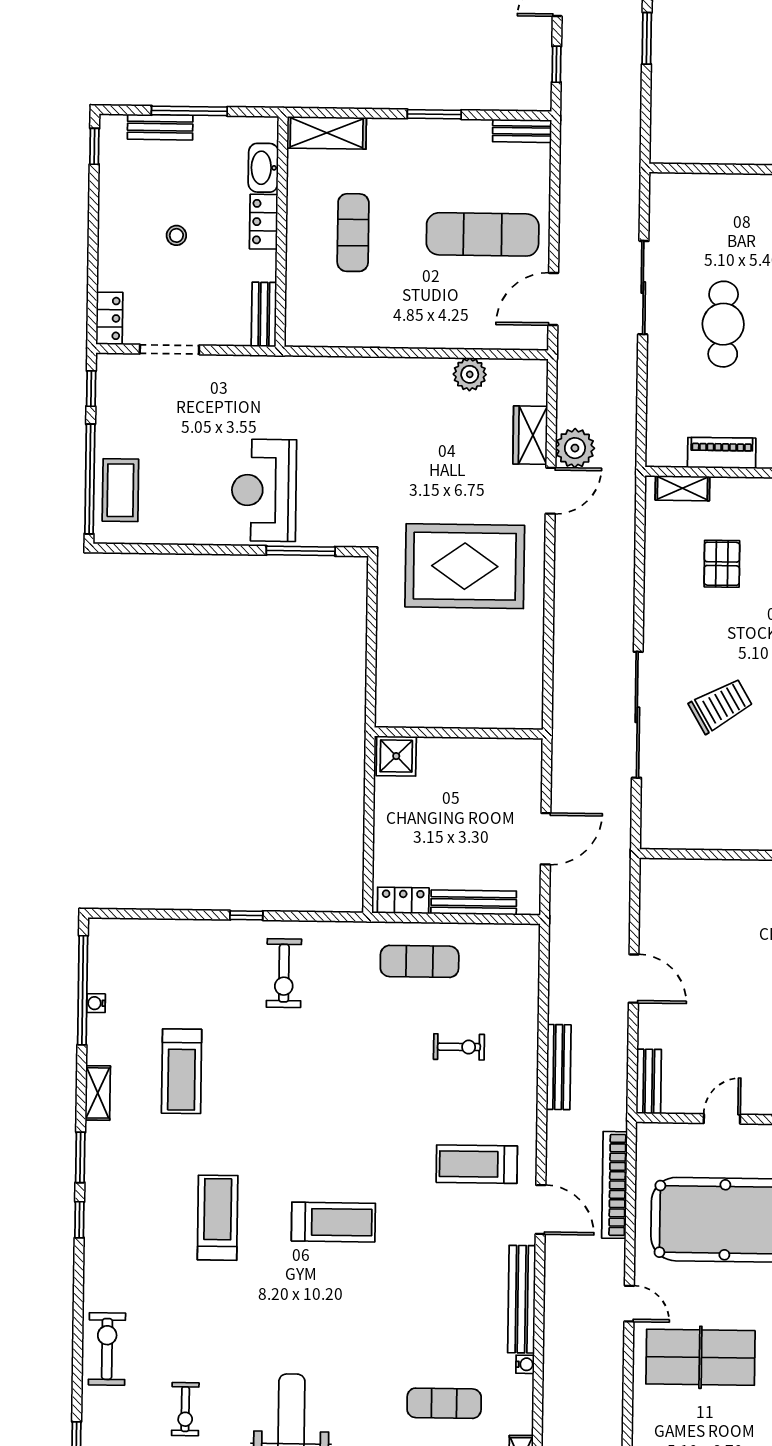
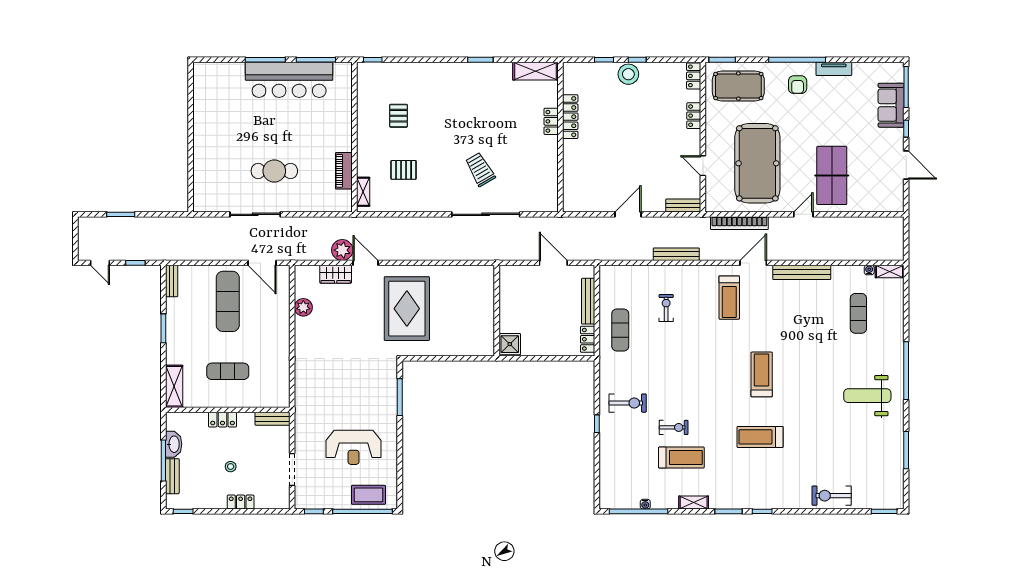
washbasin: (263, 168) -> (174, 444), moved, turned -90
locker: (109, 318) -> (241, 502), moved
reception desk: (264, 490) -> (353, 447), moved
water cooler: (525, 1364) -> (869, 270), moved
exercise bike: (185, 1409) -> (674, 427), moved

